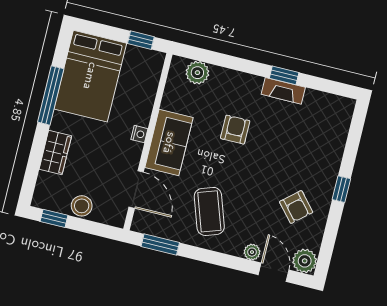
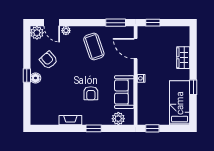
window: (284, 75) -> (94, 128), moved
bed: (90, 76) -> (180, 103), width x0.67
window: (51, 95) -> (193, 87), width x0.46
sofa: (169, 143) -> (124, 92), moved
floor lamp: (327, 181) -> (35, 78), added
stool: (82, 206) -> (162, 33), removed
window: (54, 218) -> (153, 23), moved

